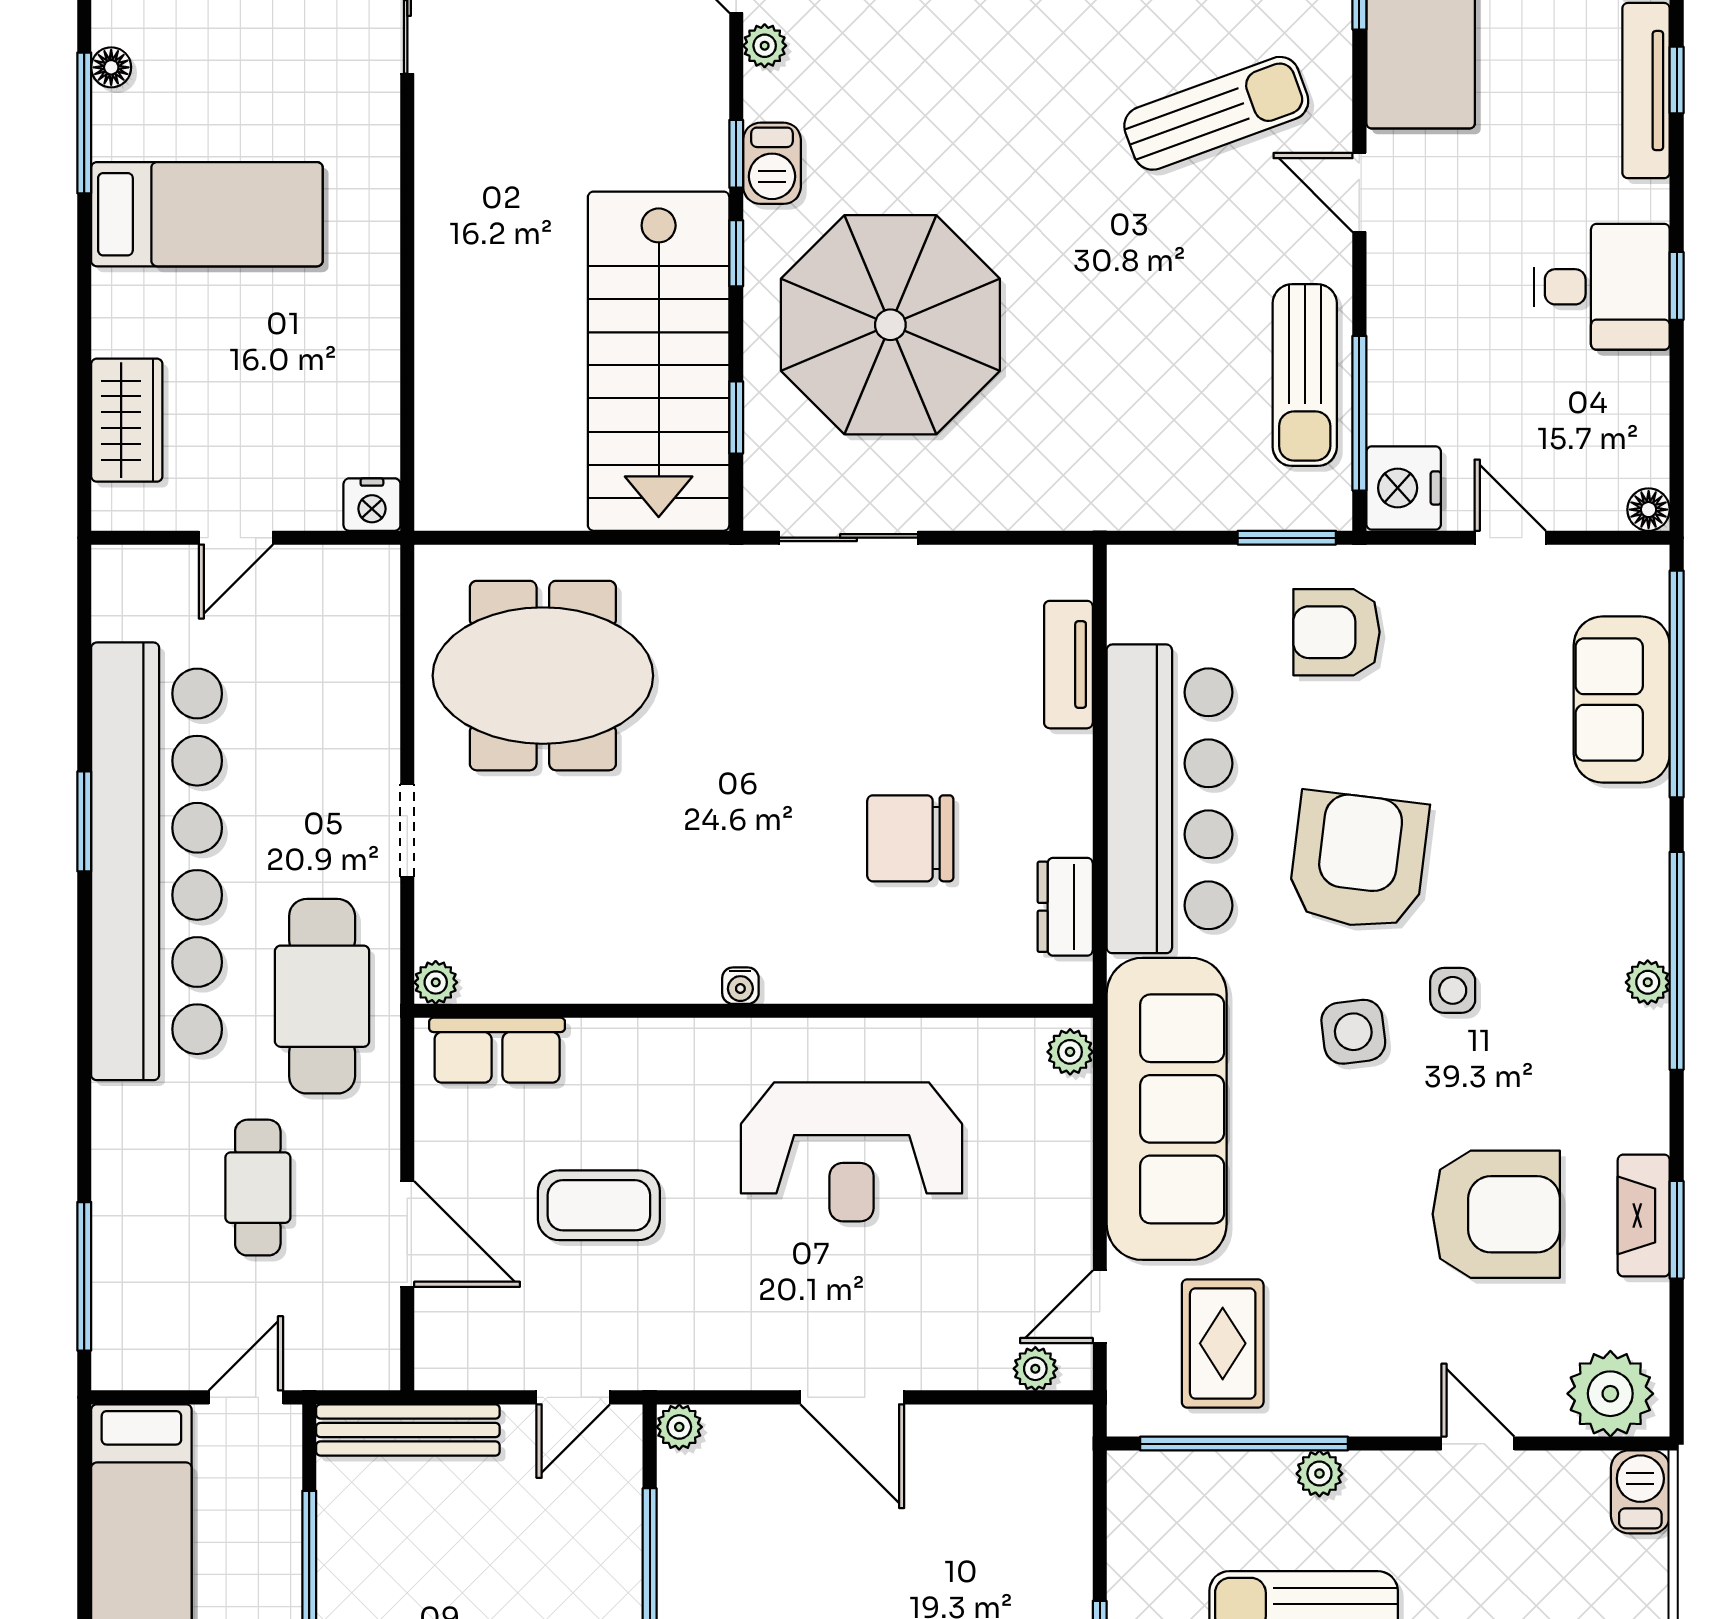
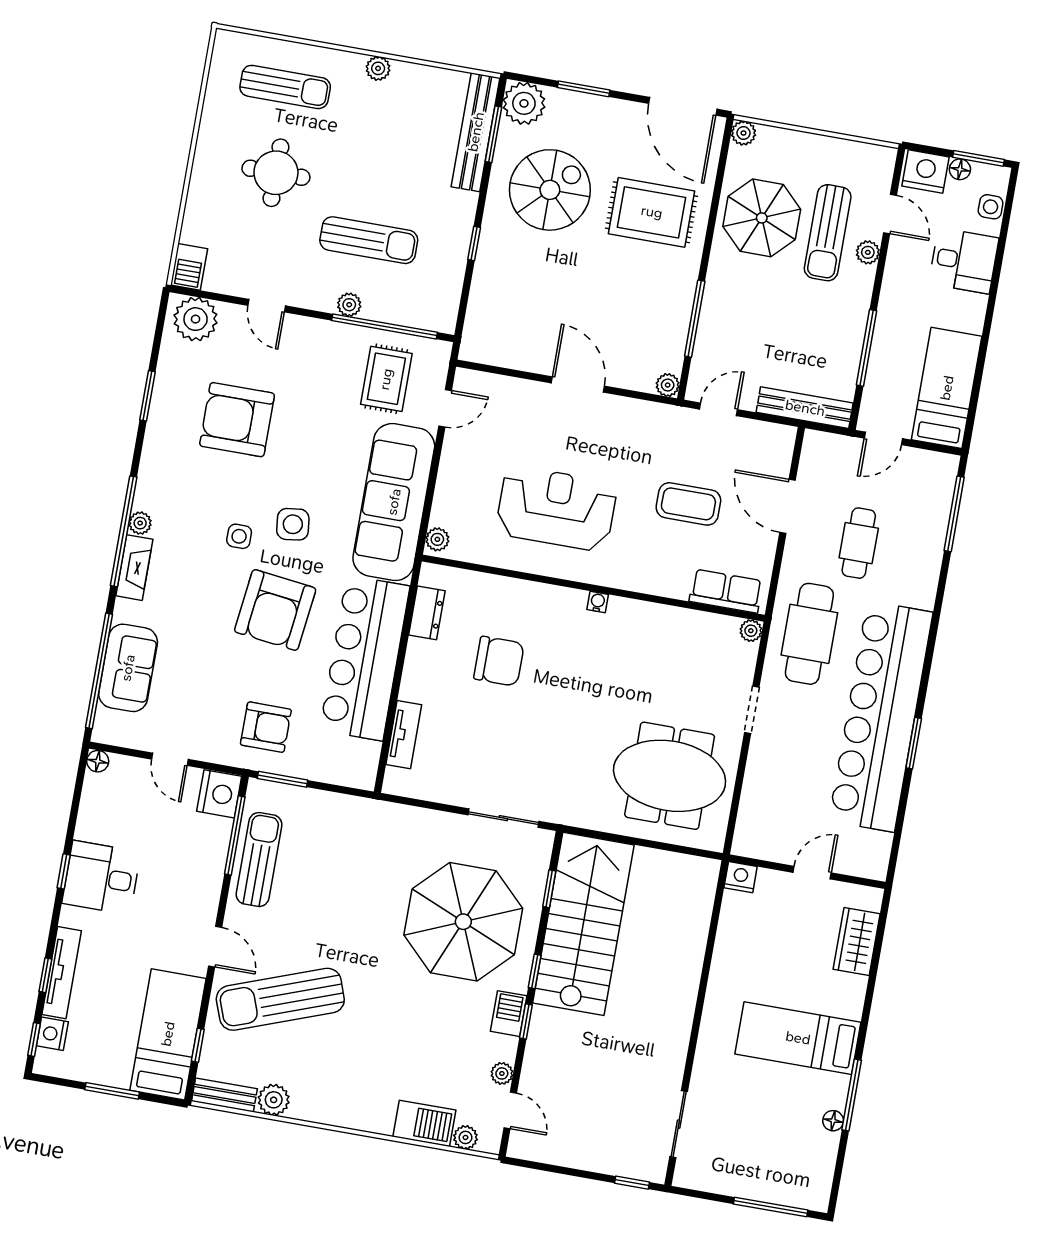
sun lounger: (1216, 113) -> (280, 999), width x1.36, depth x1.34
fireplace: (1644, 1215) -> (134, 568), moved
plant: (1035, 1369) -> (483, 383), removed

